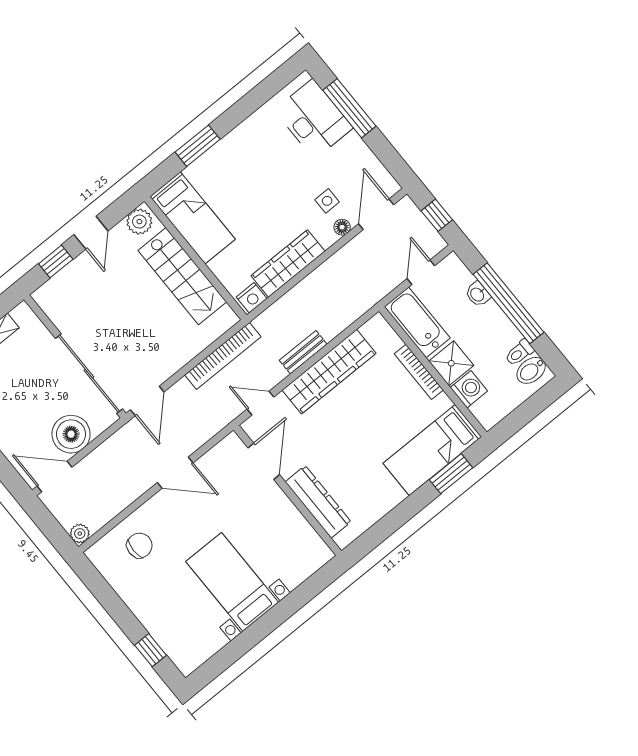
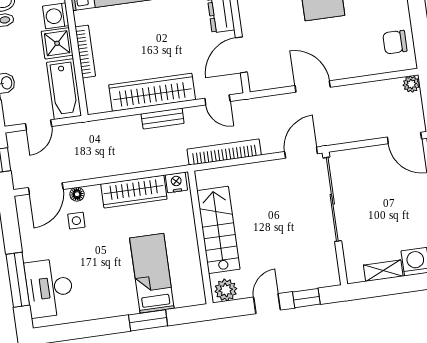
bed: (193, 218) -> (152, 273), moved
boiler: (71, 434) -> (373, 162), removed
chair: (139, 545) -> (395, 42), moved

